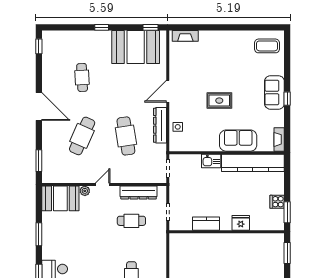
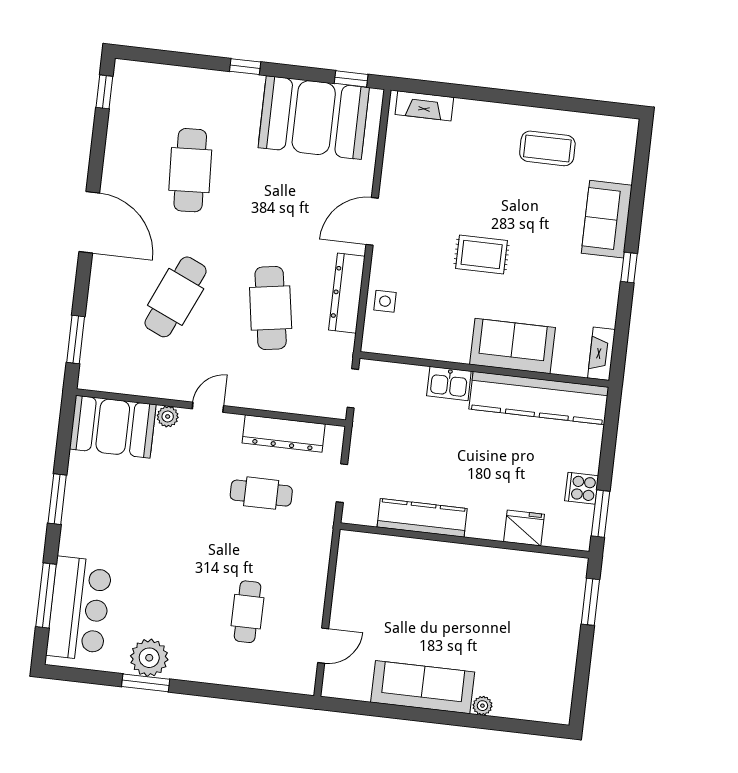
coffee table: (267, 46) -> (547, 148), moved
cafe table: (82, 77) -> (190, 170), width x1.37, depth x1.35
sofa: (274, 92) -> (607, 219), moved
fridge: (241, 223) -> (524, 528), moved
kitchen counter: (206, 224) -> (422, 518), width x1.50

